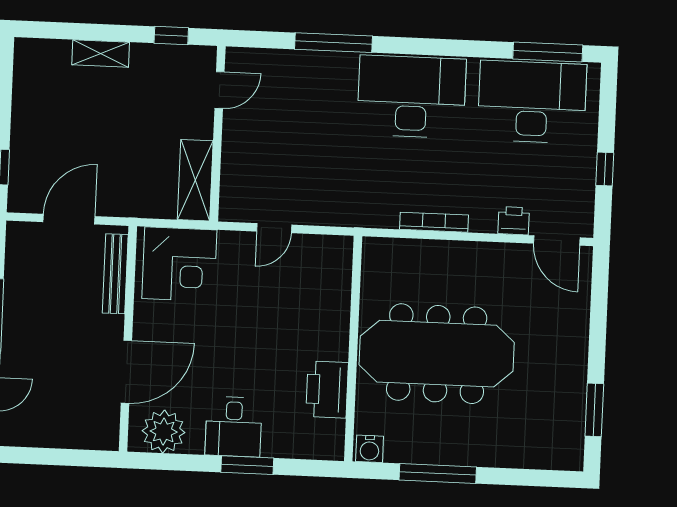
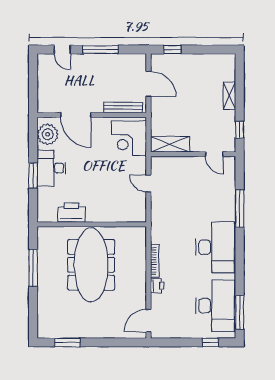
window: (605, 169) -> (210, 342), moved
printer: (514, 221) -> (157, 286), moved
desk: (234, 427) -> (51, 168), width x1.37
water cooler: (370, 449) -> (44, 234), removed

